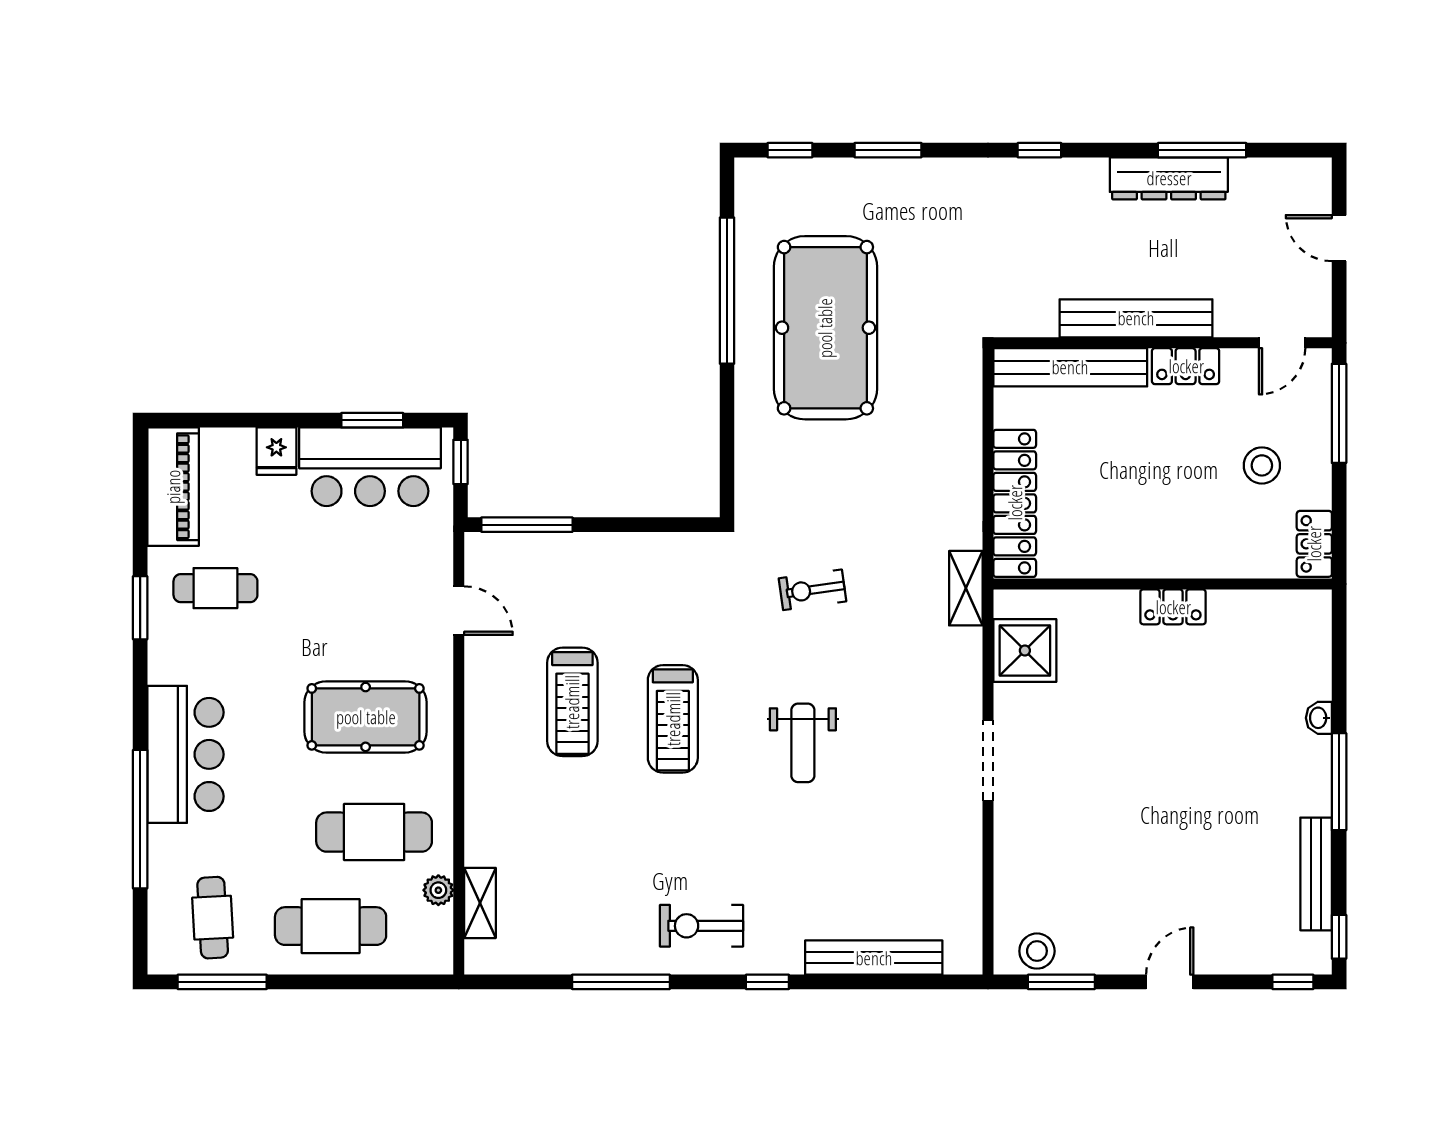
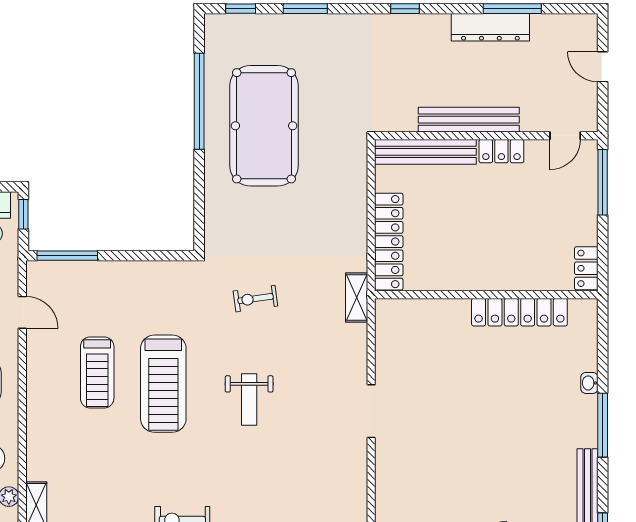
stool: (1262, 465) -> (552, 217), removed
locker: (1173, 607) -> (519, 312), width x2.16, depth x1.21
shower: (1025, 650) -> (395, 339), removed
treadmill: (673, 719) -> (163, 384), width x1.37, depth x1.38

